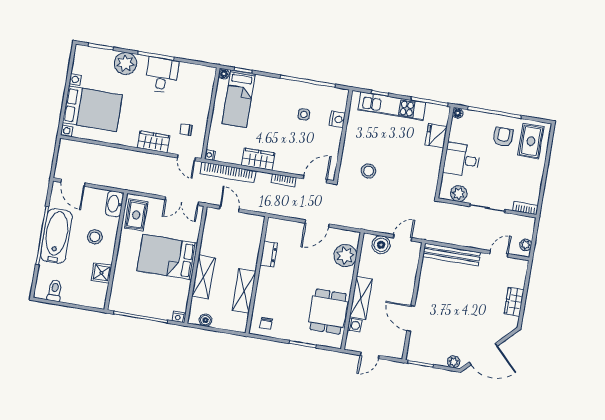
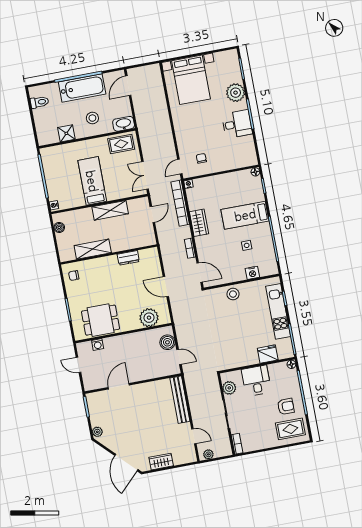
bed: (239, 99) -> (245, 215), moved
wardrobe: (153, 142) -> (183, 137), removed
stool: (368, 171) -> (233, 294), moved
bed: (167, 257) -> (92, 181), width x0.67
shelving: (203, 277) -> (110, 210), moved
shelving: (361, 298) -> (121, 342), removed
door: (483, 354) -> (126, 462), moved

